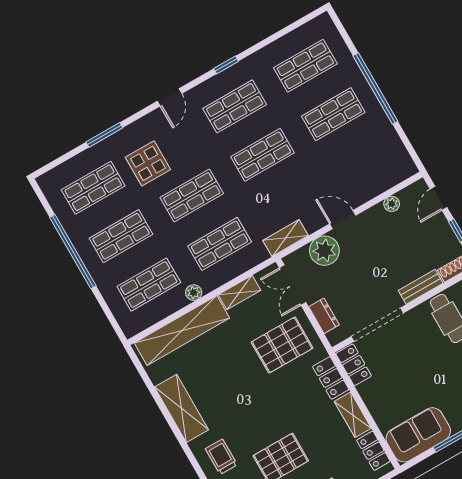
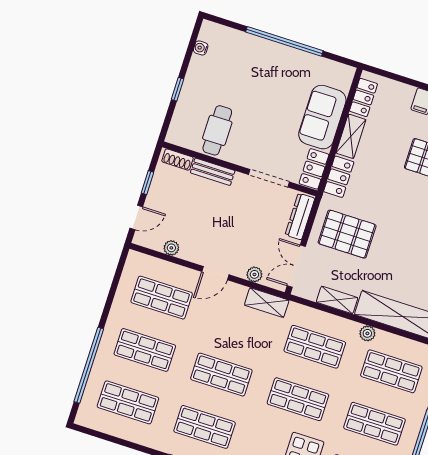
window: (375, 89) -> (89, 365), moved
shop shelf: (361, 163) -> (162, 298), added
door: (343, 220) -> (215, 273), hinge flipped
plant: (324, 251) -> (254, 274), width x0.53, depth x0.53
double door: (293, 285) -> (296, 266), swing flipped
dresser: (324, 316) -> (300, 216), width x1.44
doorway: (377, 325) -> (269, 178), width x0.73
sofa: (418, 435) -> (322, 117), moved, turned 90

